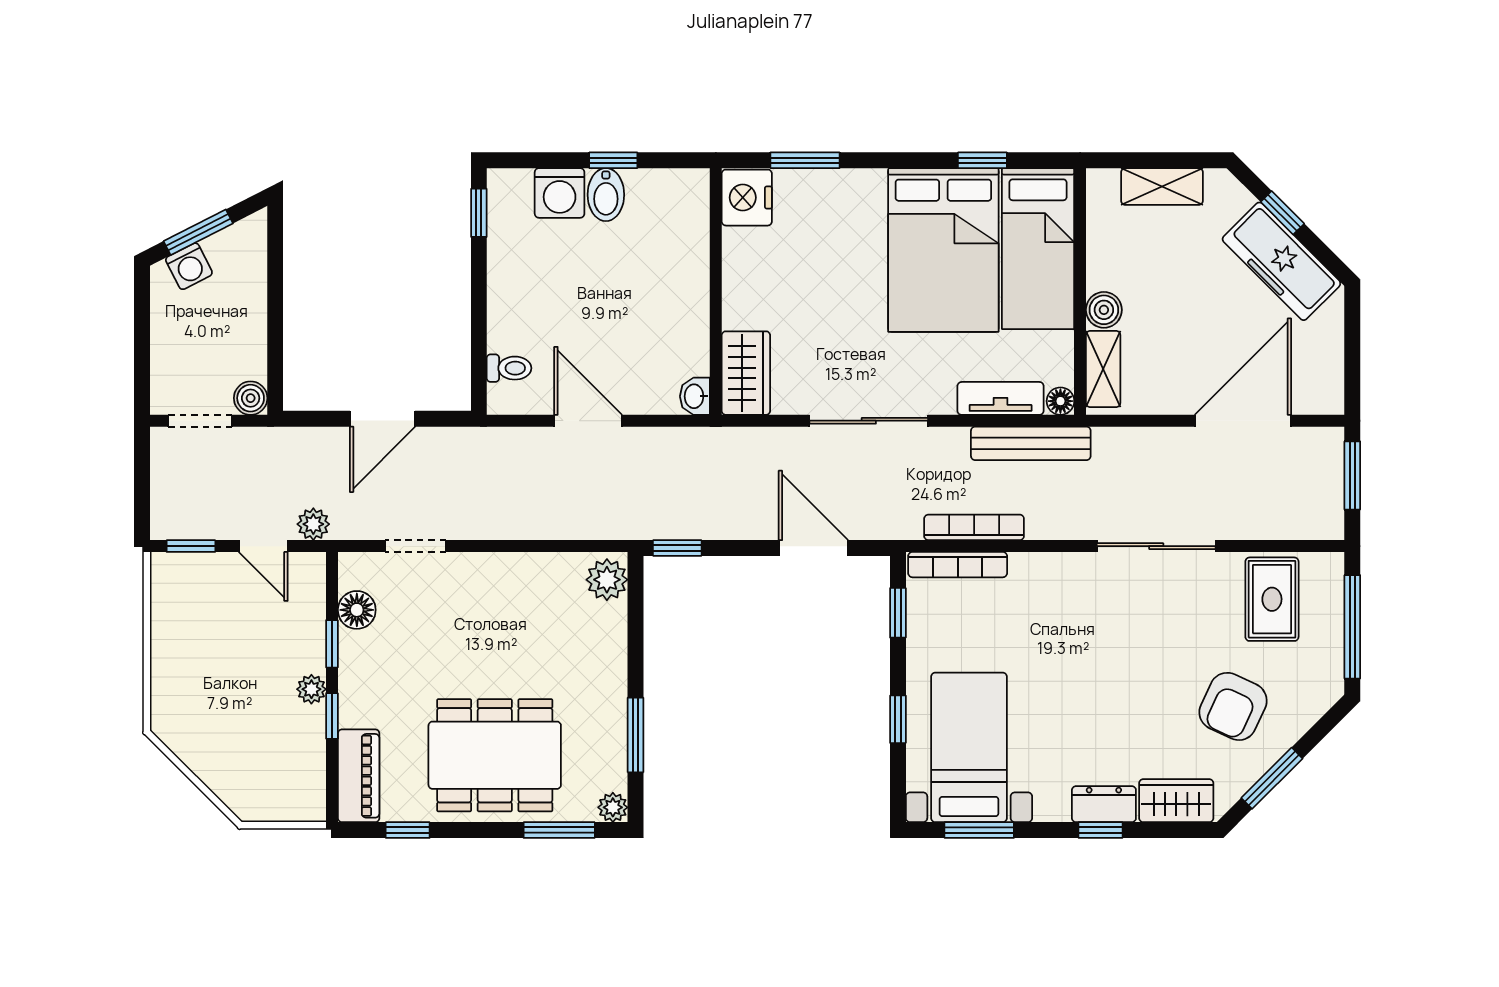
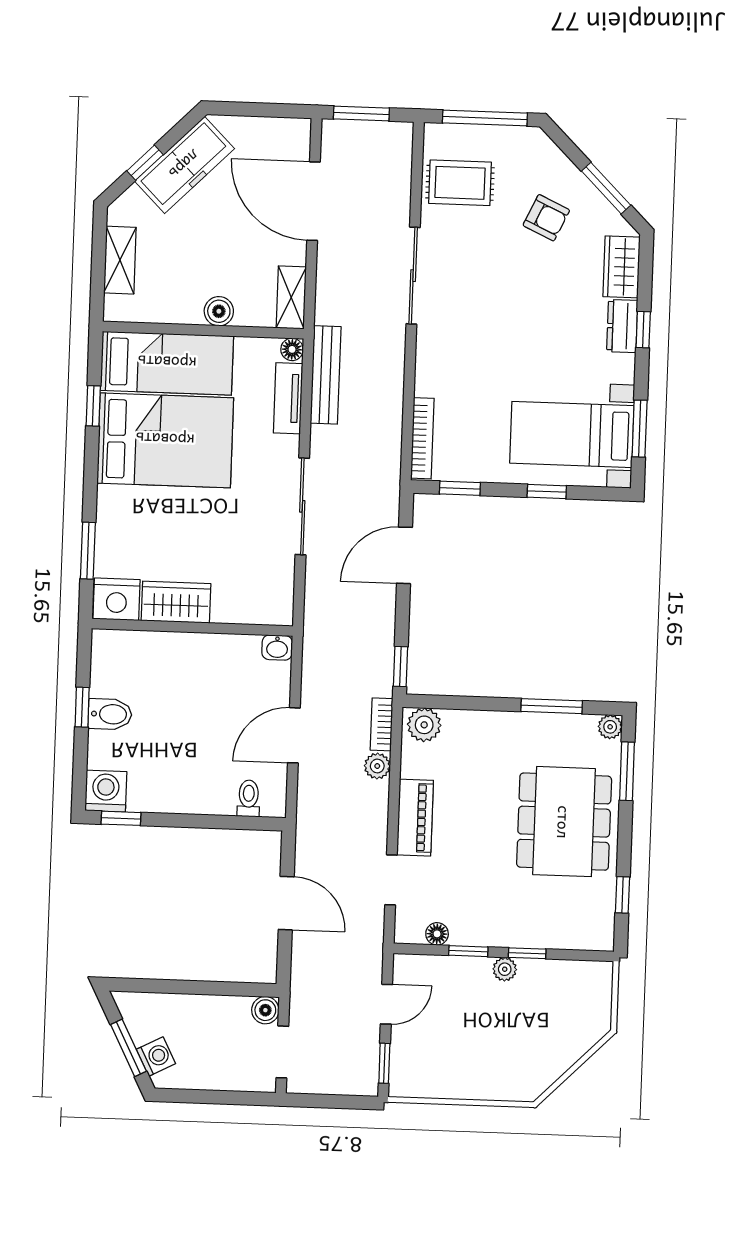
washing machine: (560, 193) -> (106, 791), moved, turned -90
shelving: (1103, 369) -> (291, 297), moved, turned 90
wardrobe: (746, 373) -> (176, 602), moved
plant: (313, 524) -> (377, 766), moved
bookcase: (974, 527) -> (381, 724), moved, width x0.64
floor lamp: (357, 610) -> (437, 934), width x0.73, depth x0.73
armchair: (1233, 706) -> (546, 218), width x0.72, depth x0.72
piano: (359, 776) -> (415, 818), moved, turned 90

